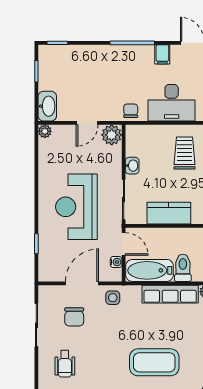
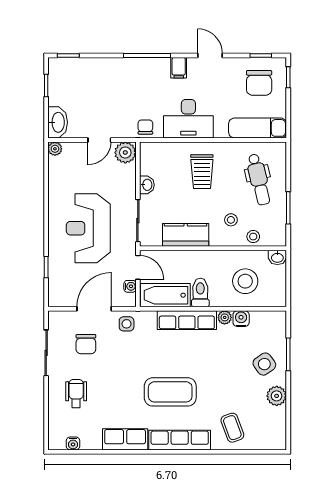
trolley: (184, 153) -> (202, 172), turned 180
wheelchair: (65, 364) -> (76, 394), turned 180

